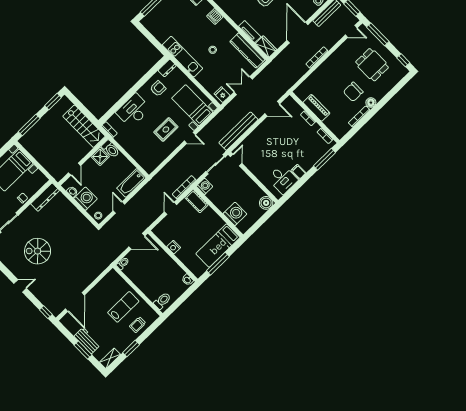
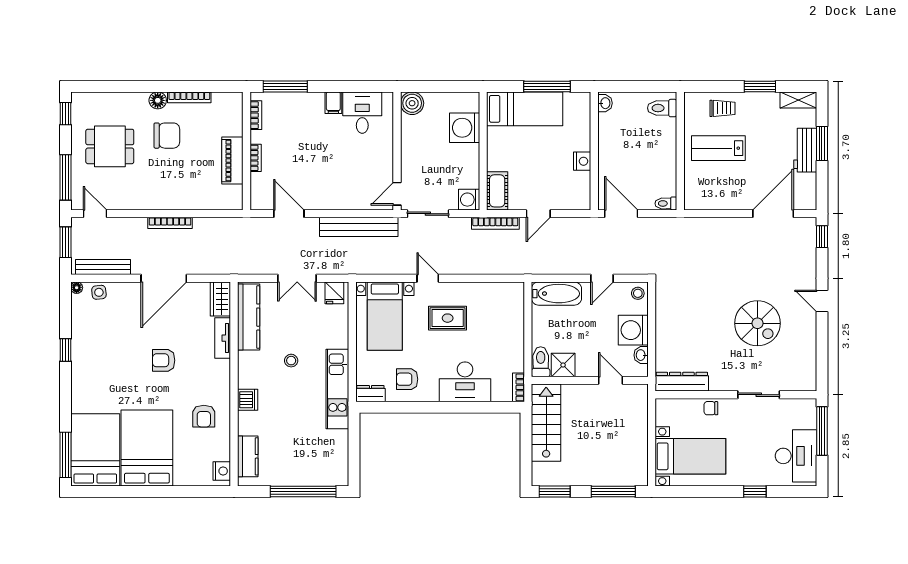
dining table: (372, 65) -> (110, 146), turned 90
door: (75, 169) -> (611, 380), hinge flipped

